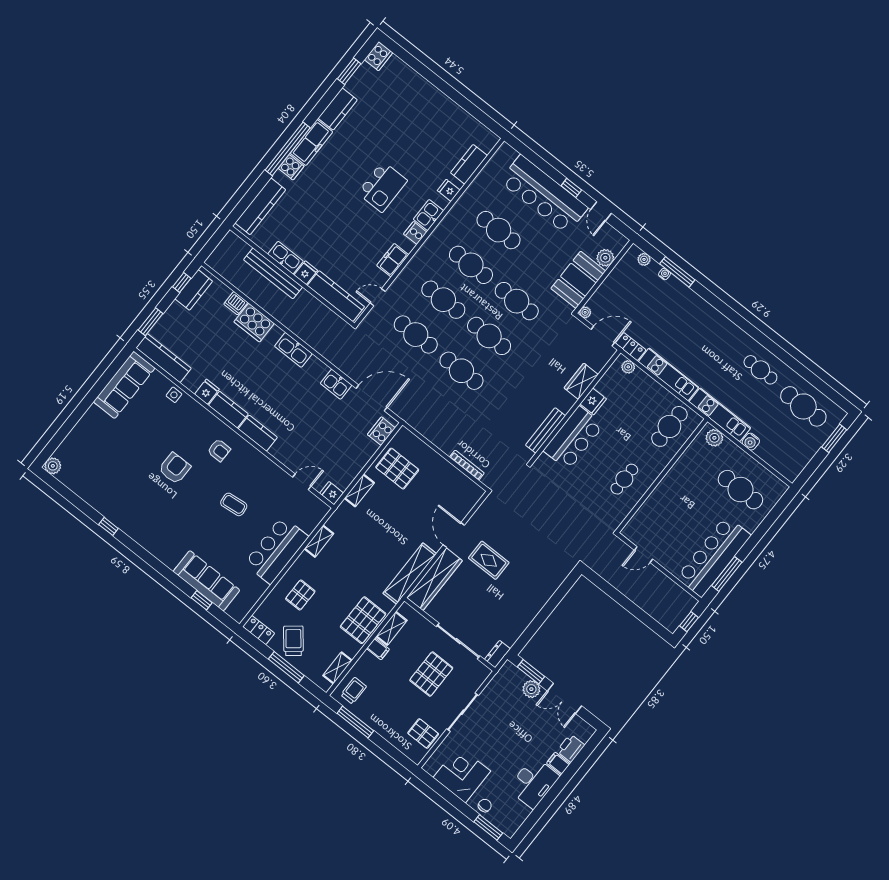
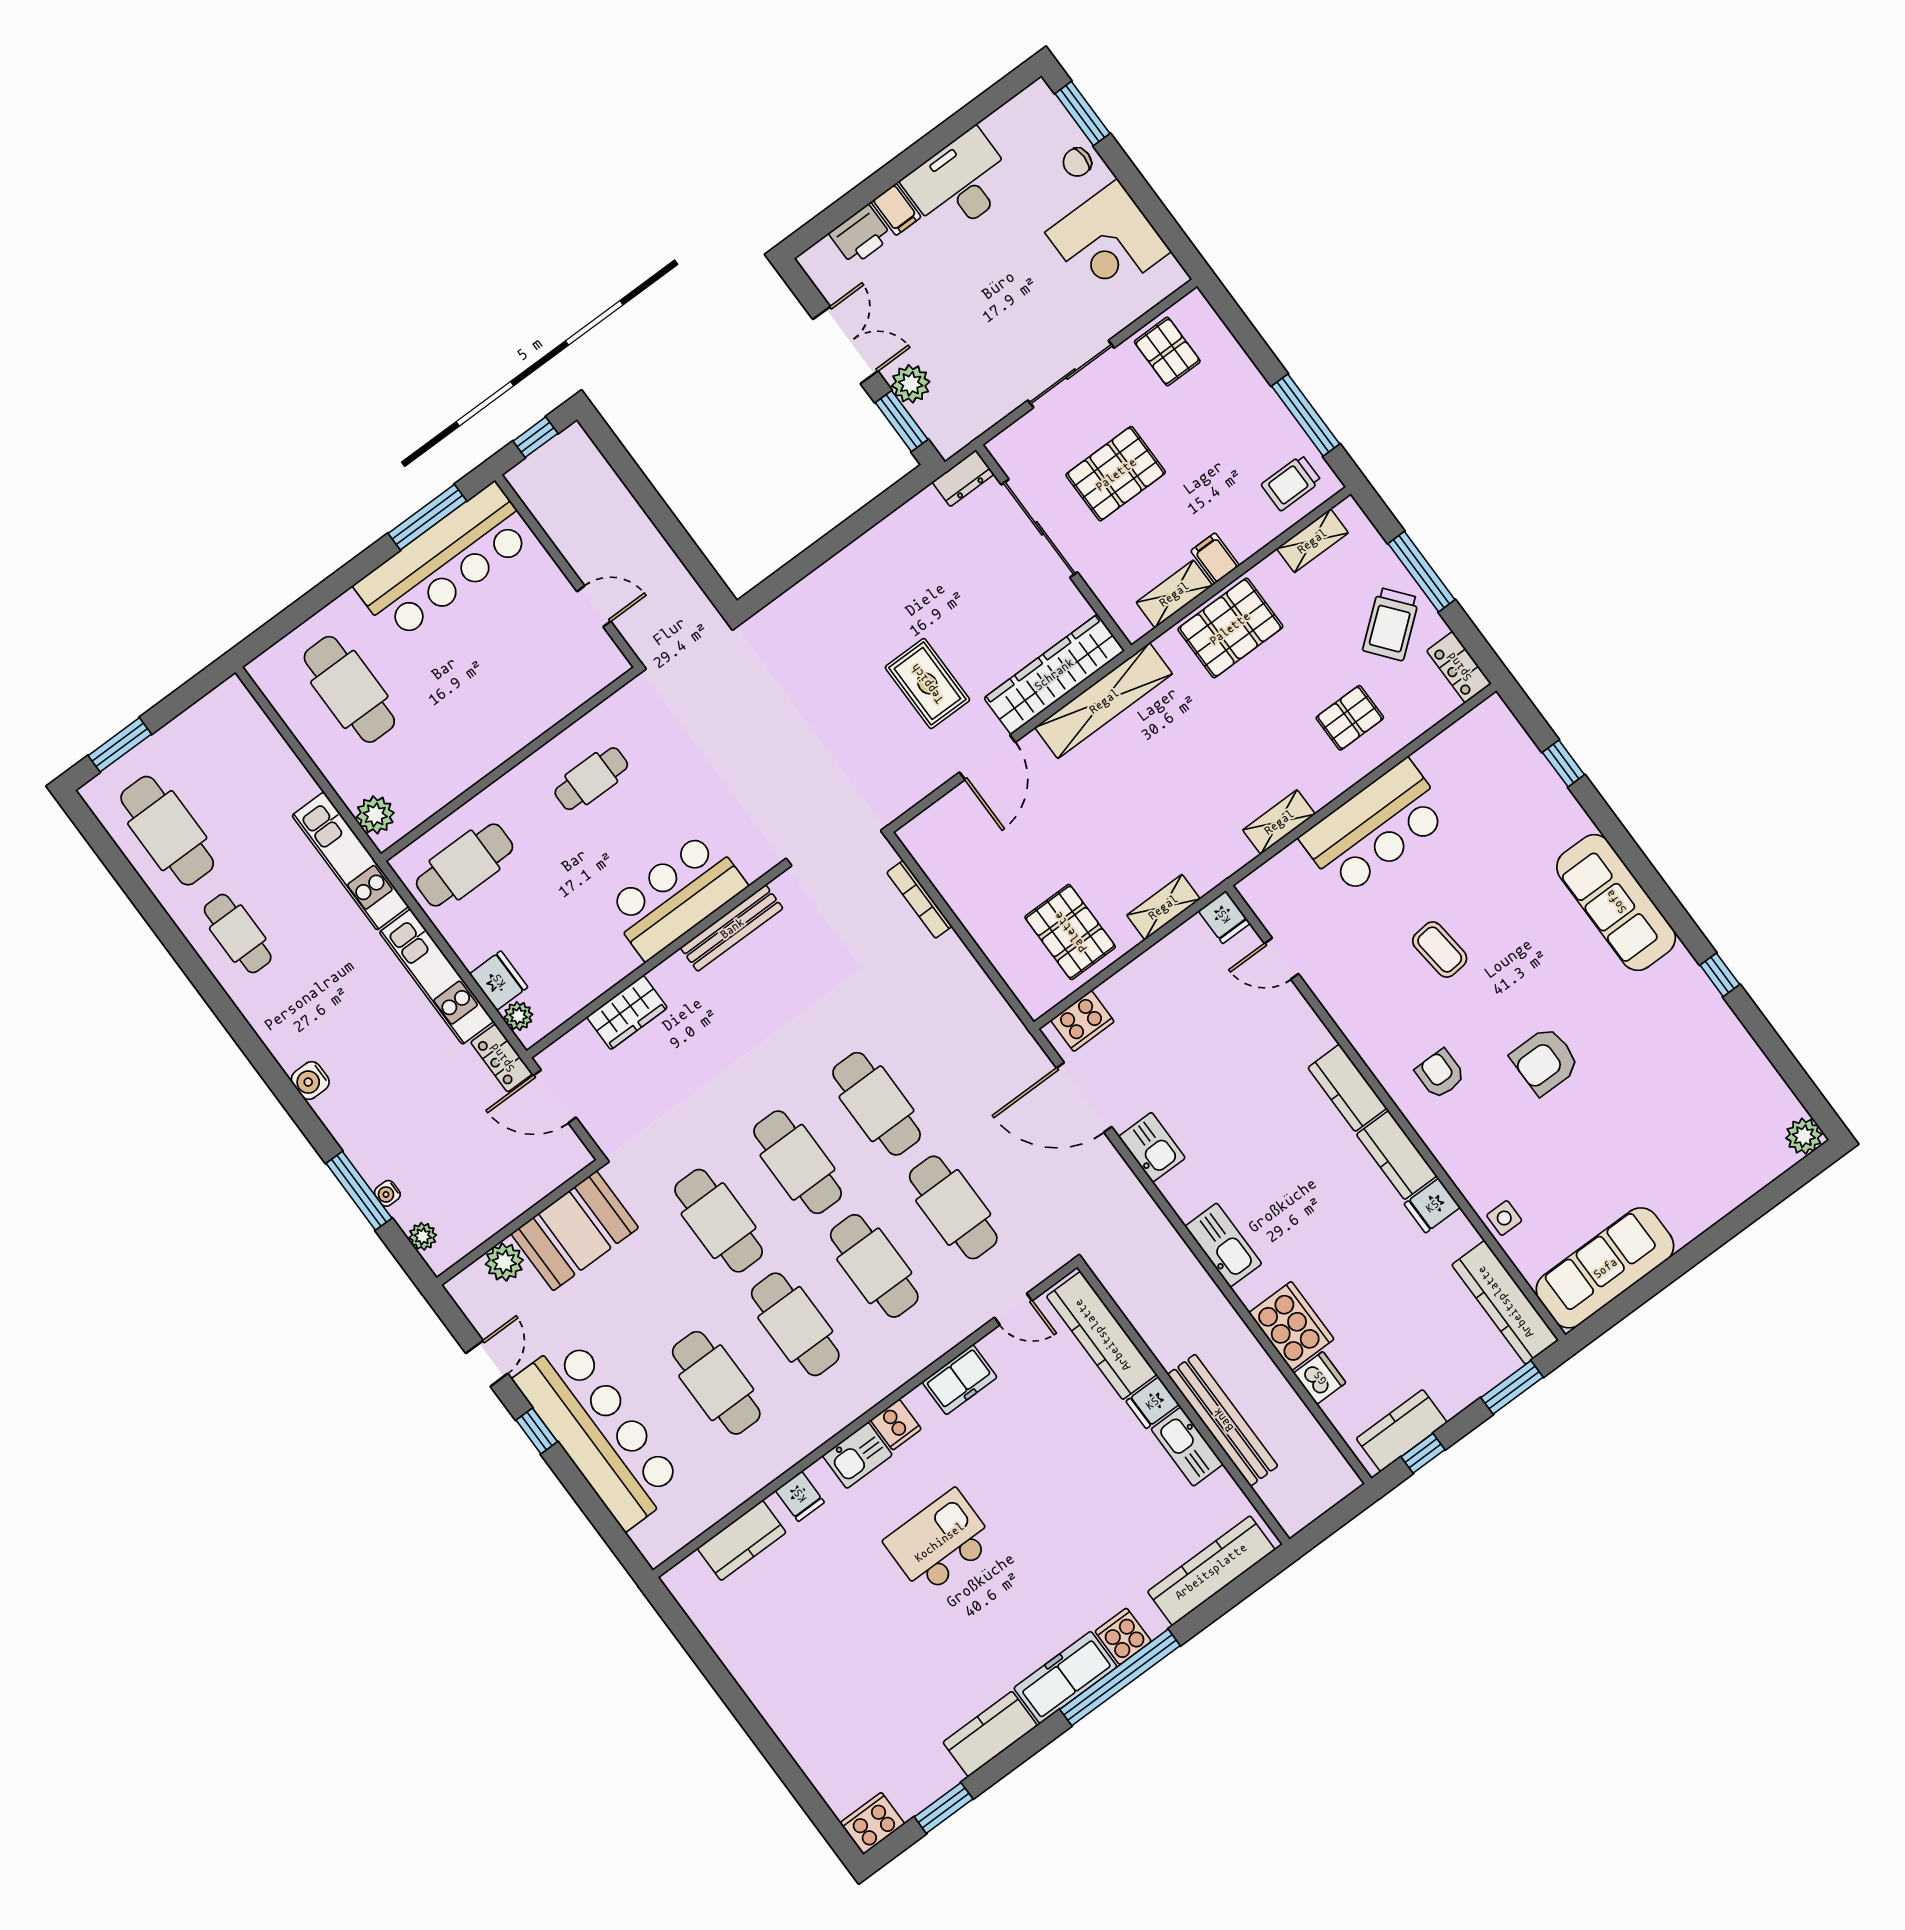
plant: (585, 312) -> (579, 1157), removed
fridge: (593, 401) -> (499, 981), moved, turned 90
water cooler: (751, 442) -> (310, 1081), moved, turned 180
sofa: (206, 581) -> (1616, 902), moved

